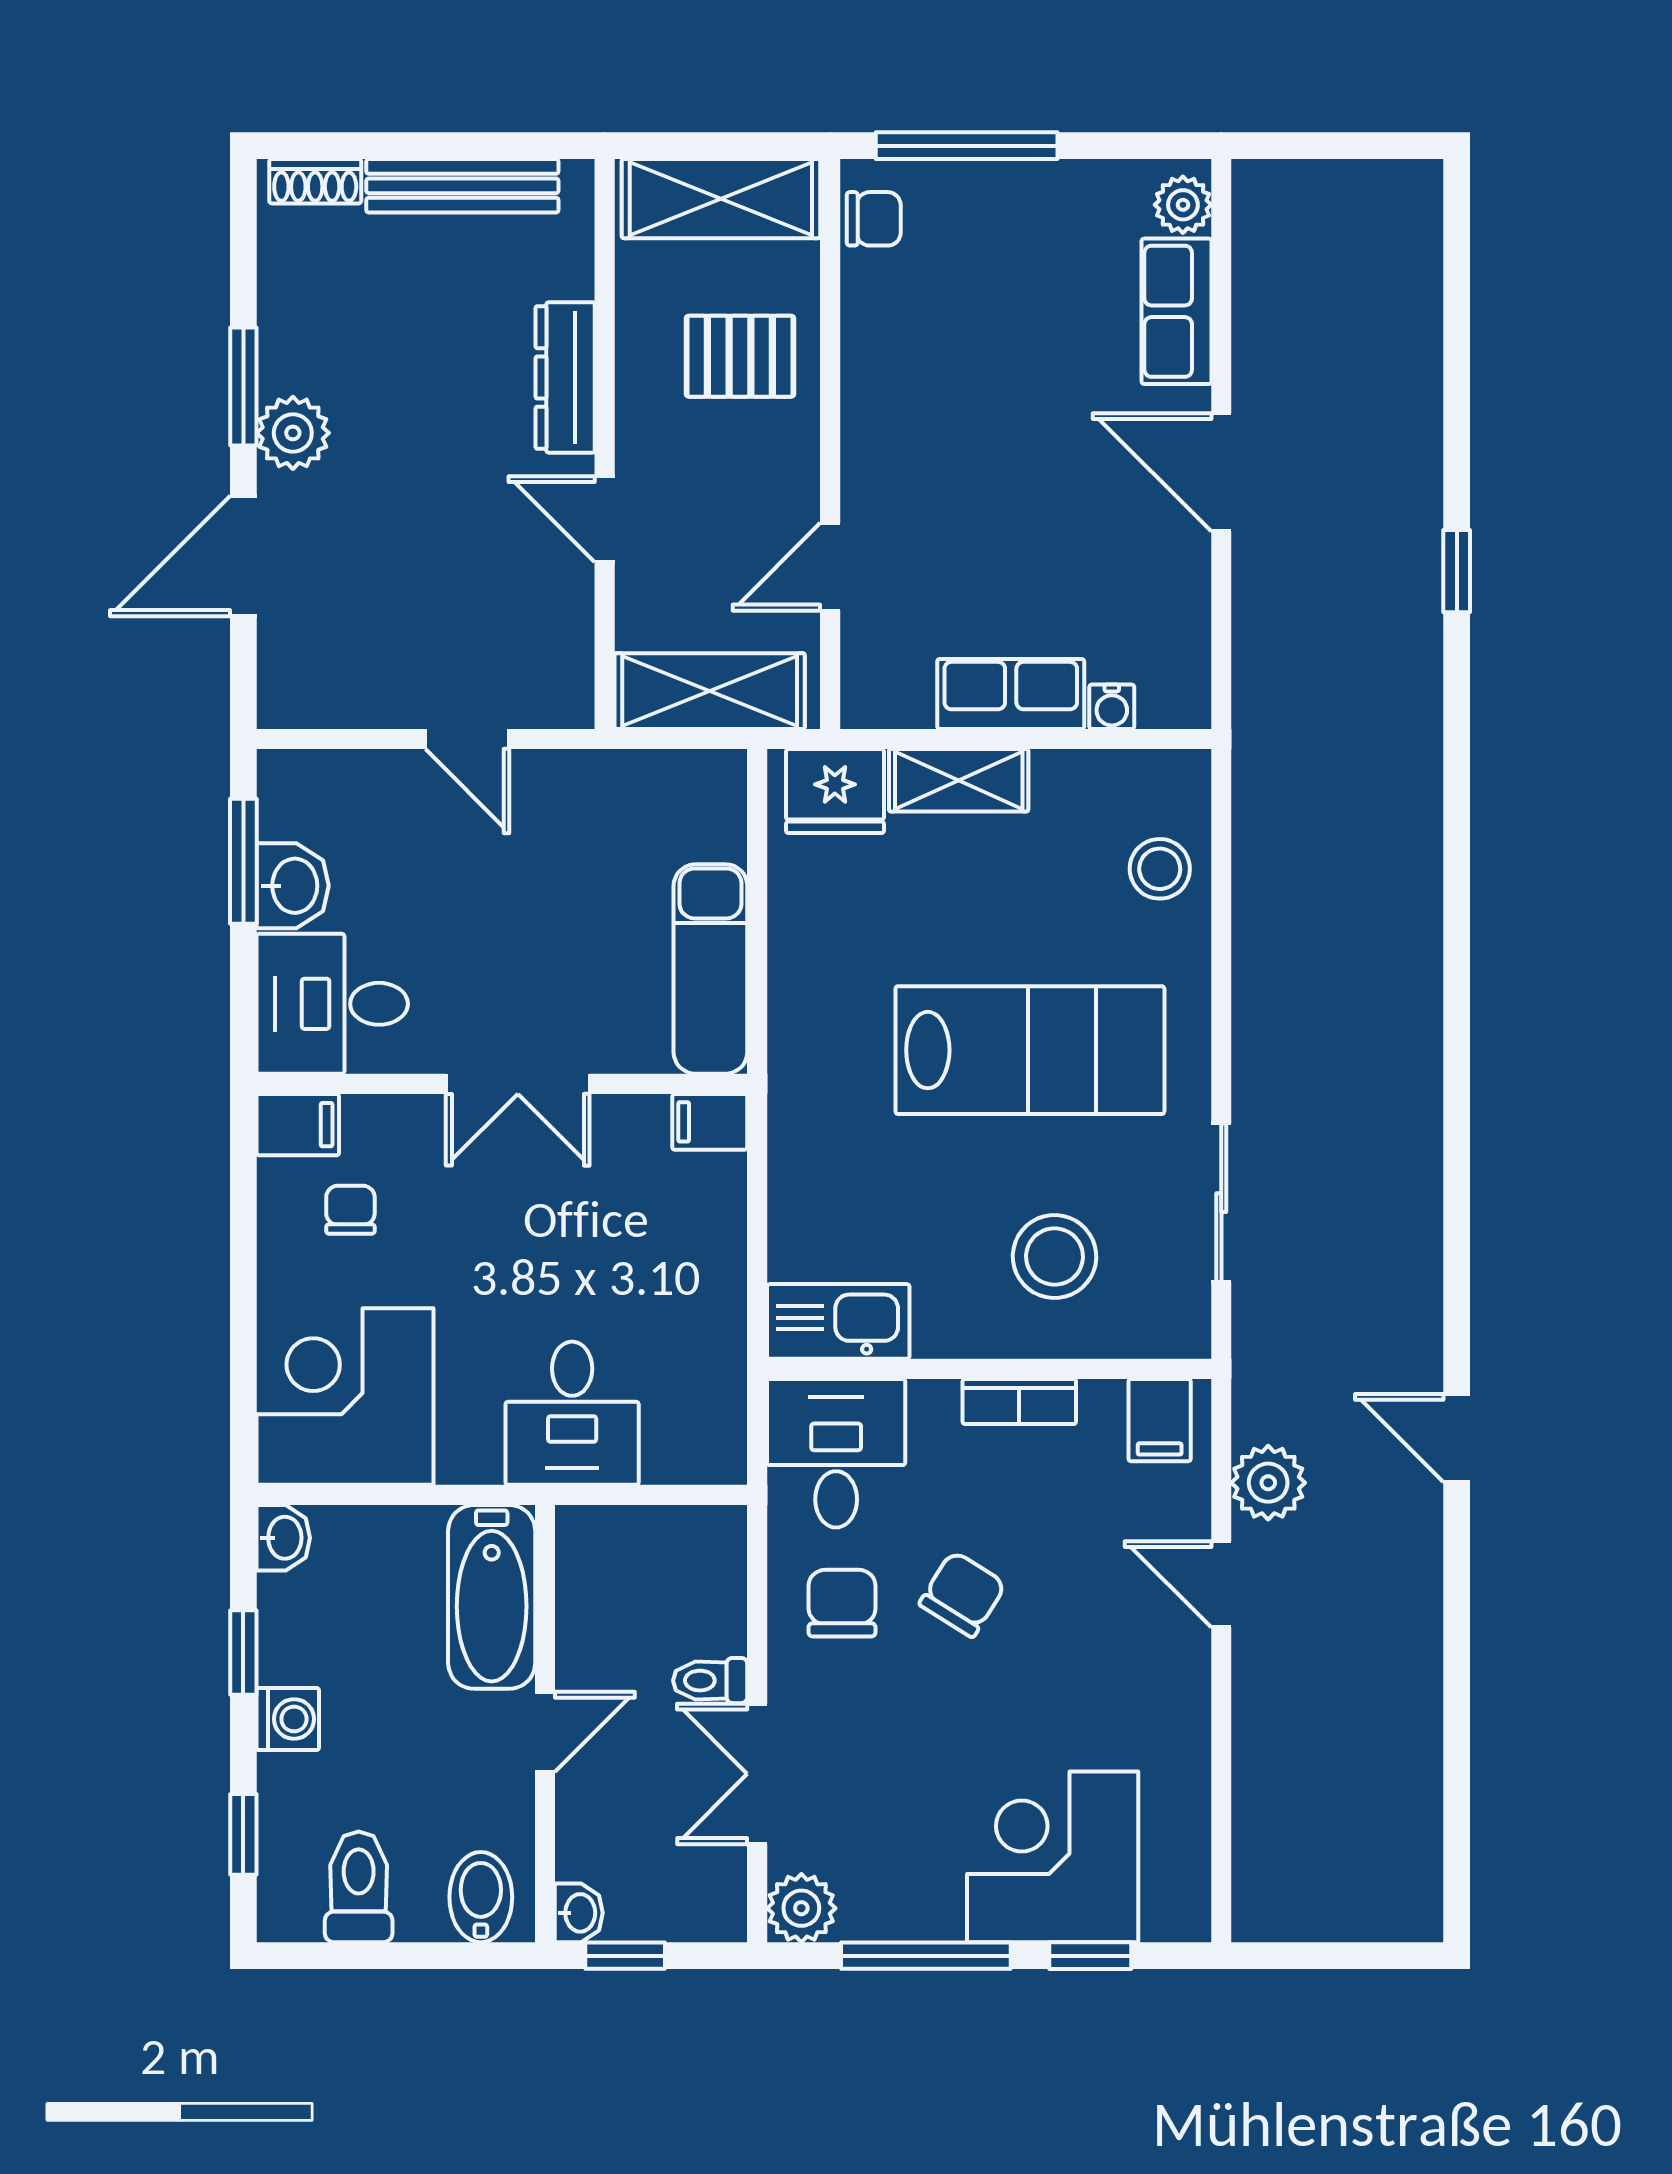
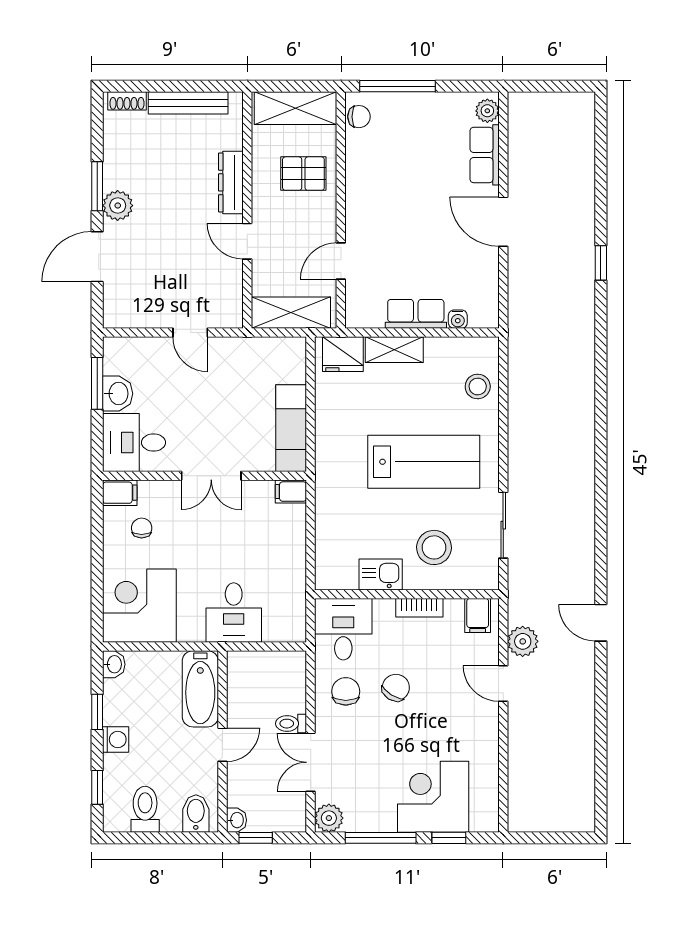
kitchen sink: (838, 1321) -> (381, 574), moved, width x0.73

